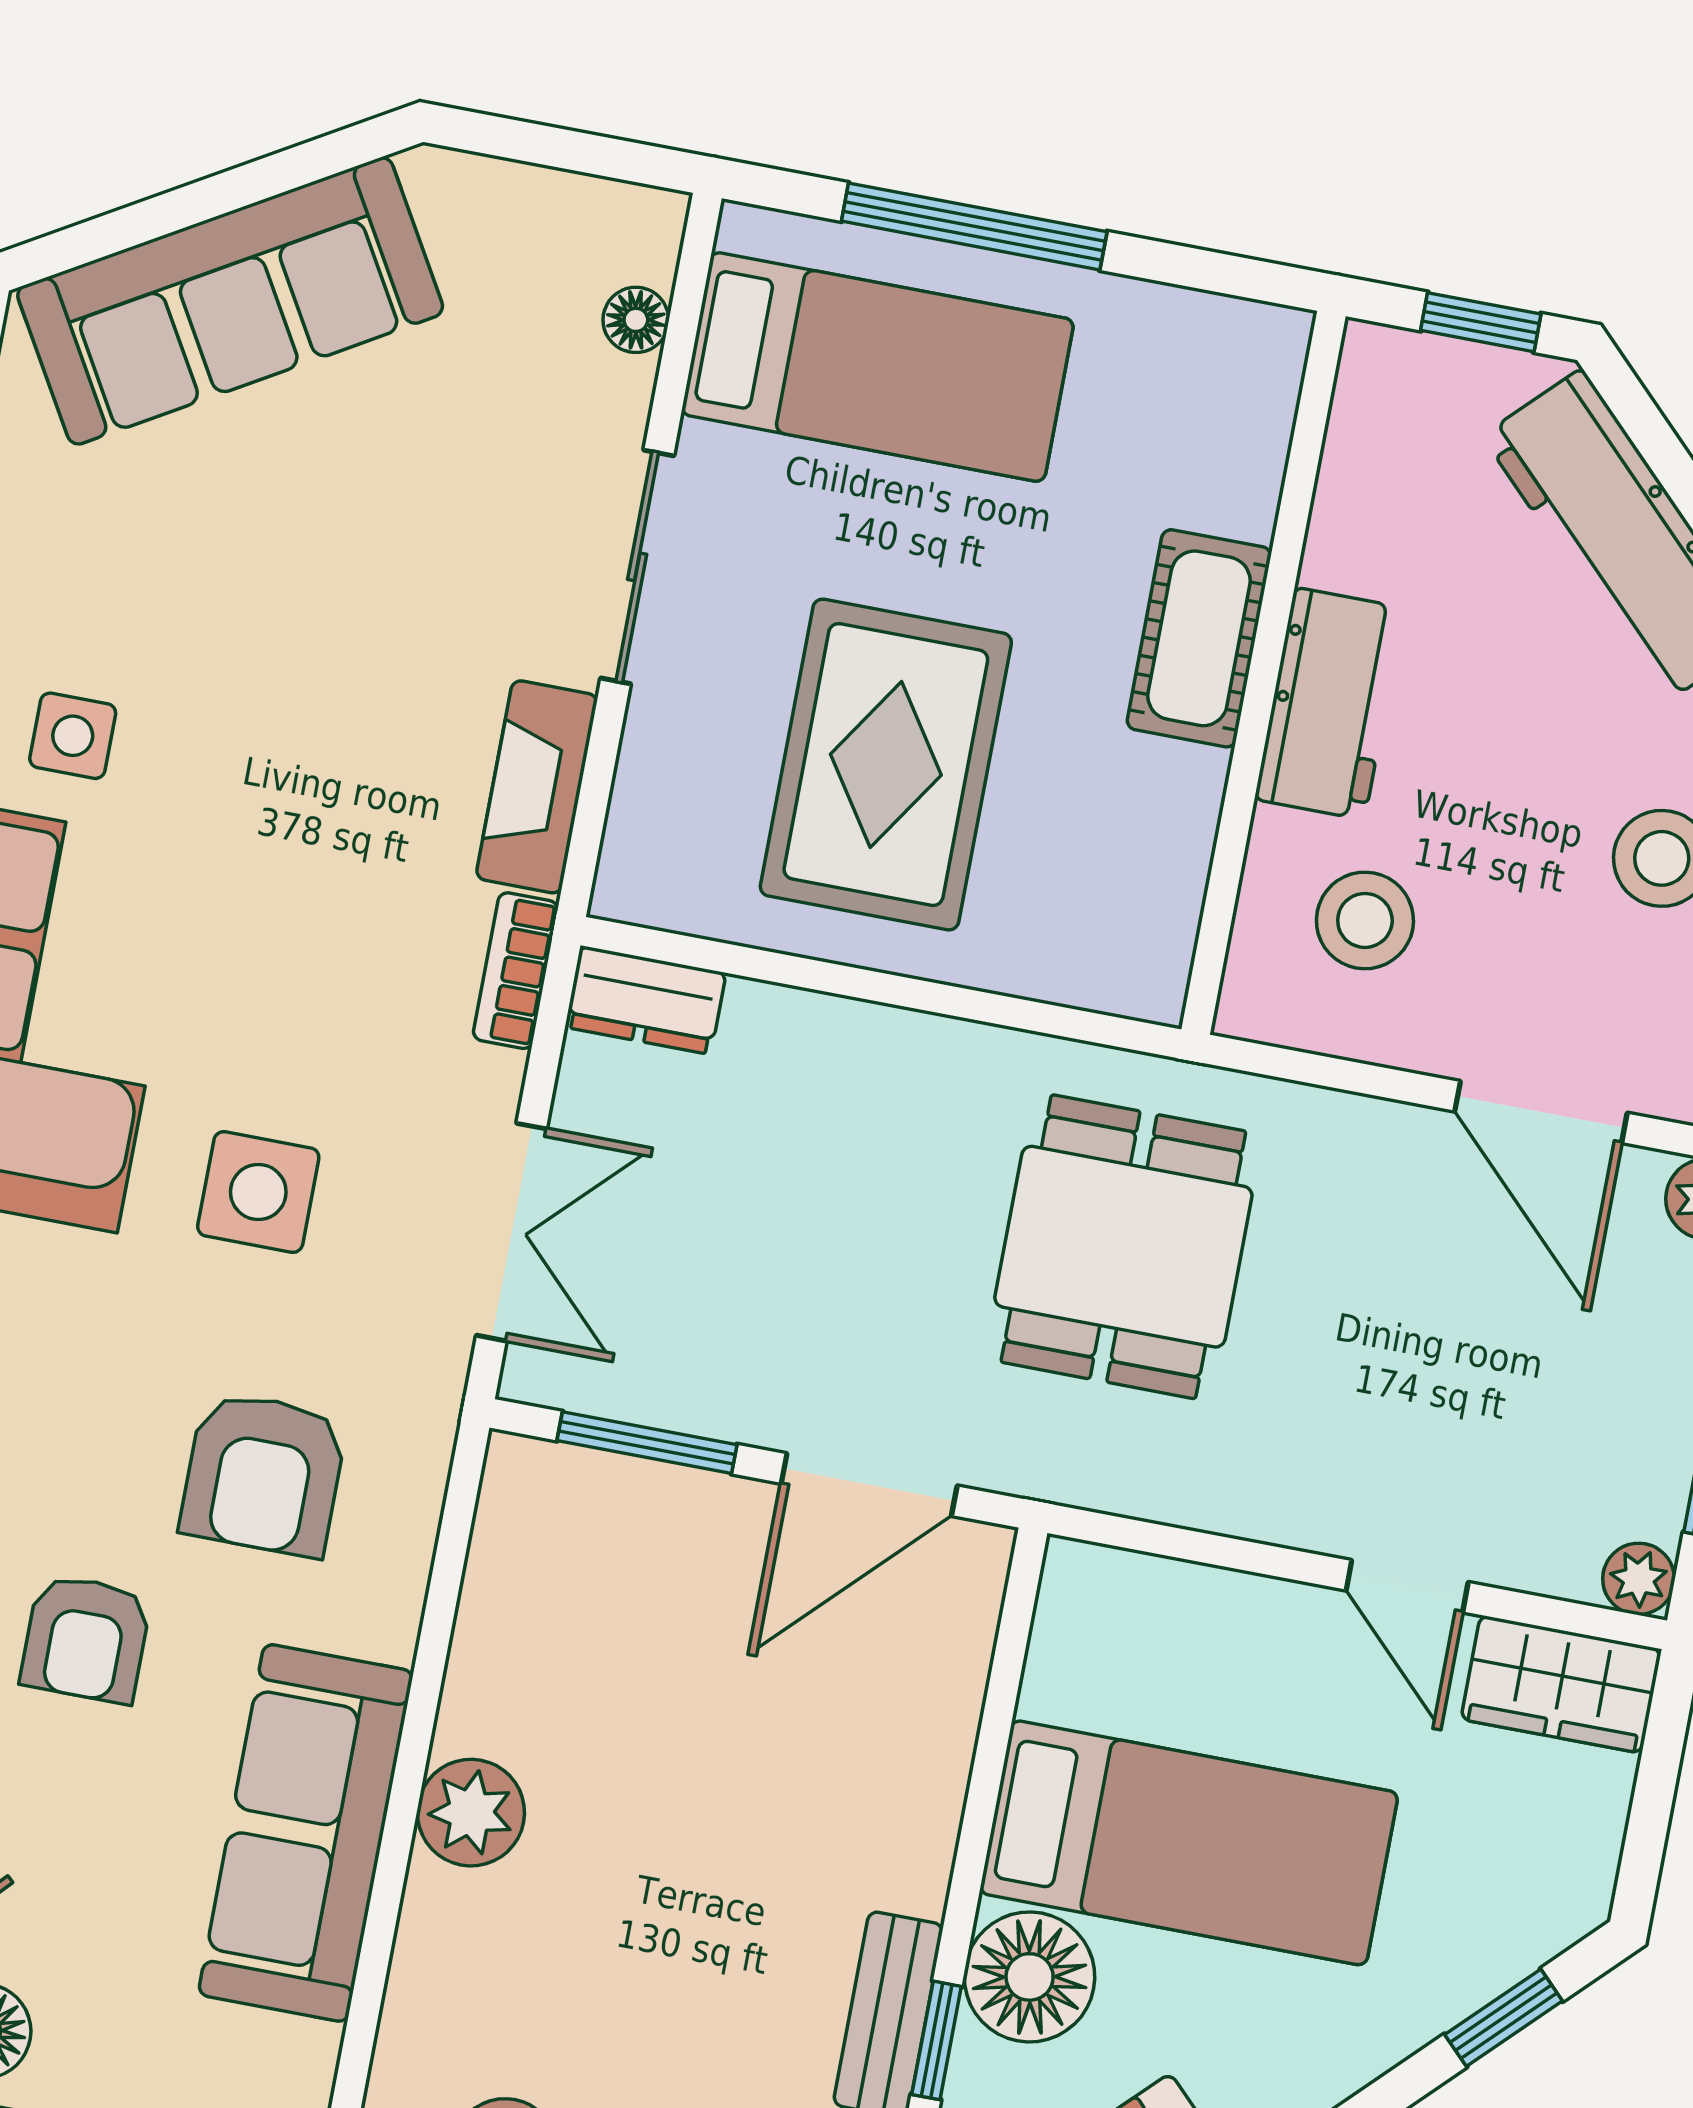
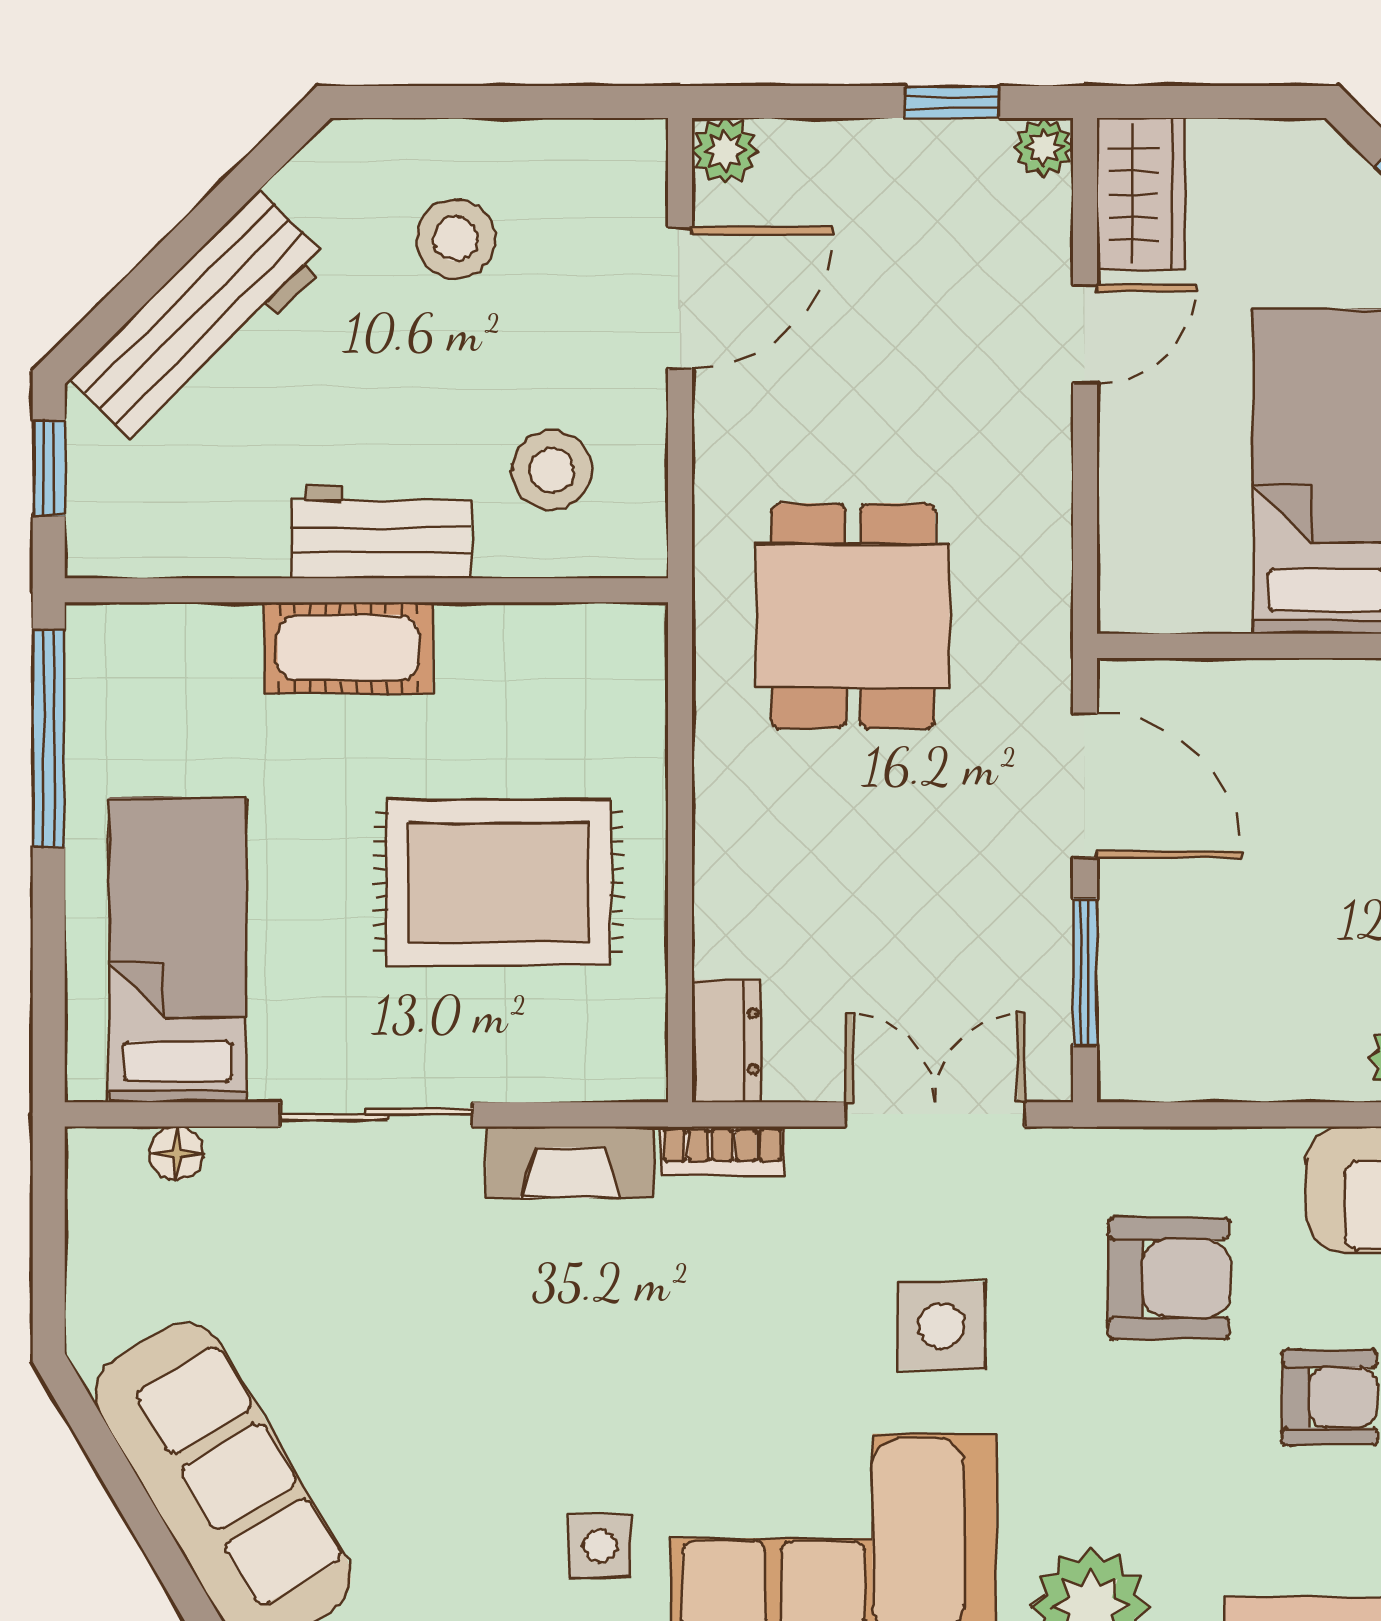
window: (974, 226) -> (49, 738), moved
dining table: (1123, 1247) -> (853, 616), turned 90

